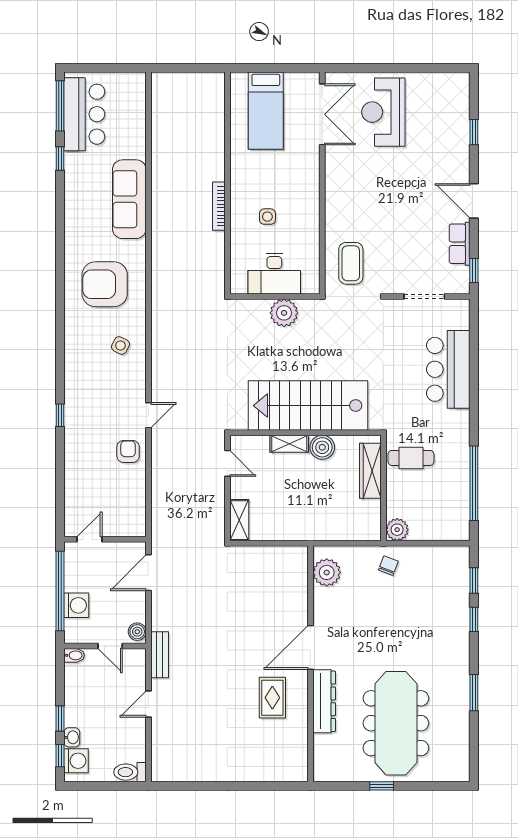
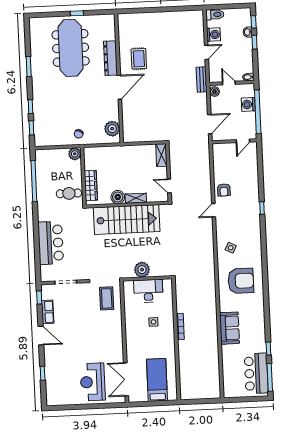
reception desk: (383, 112) -> (93, 382), turned 180
sofa: (129, 199) -> (229, 328), width x0.73
washing machine: (76, 761) -> (214, 35), moved, turned 180

